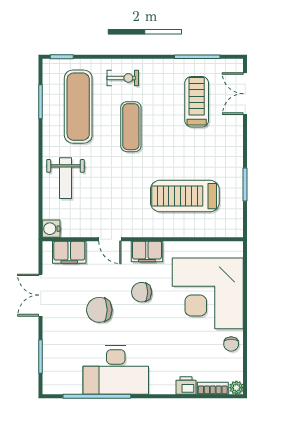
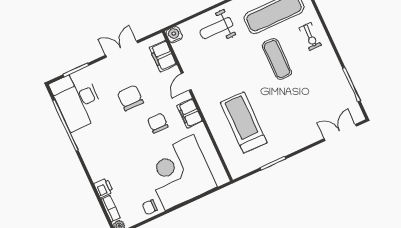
treadmill: (197, 102) -> (318, 99), removed
exercise mat: (131, 127) -> (277, 59), turned 90
desk: (116, 370) -> (77, 100), moved

